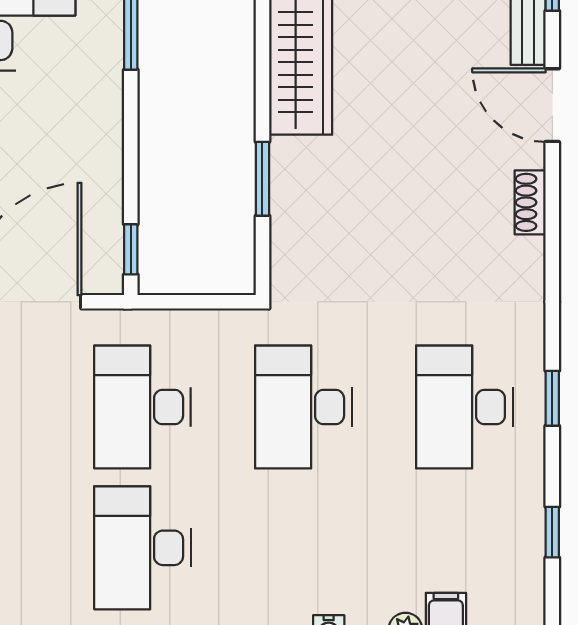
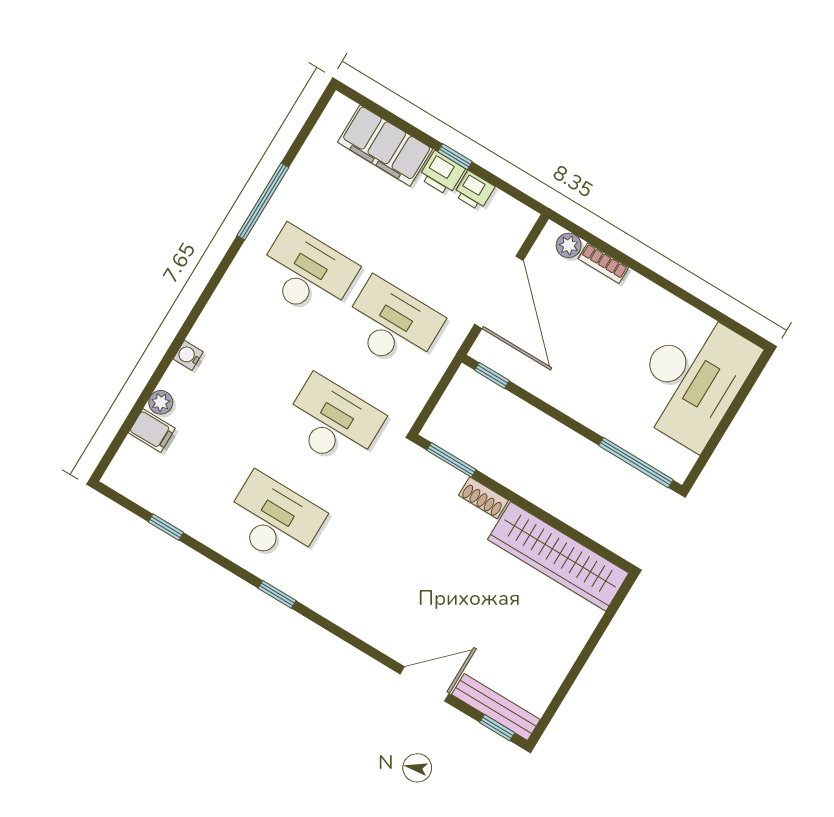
window: (262, 179) -> (451, 460), moved
shoe rack: (530, 202) -> (483, 498), moved, turned 180
window: (552, 398) -> (277, 594), moved

